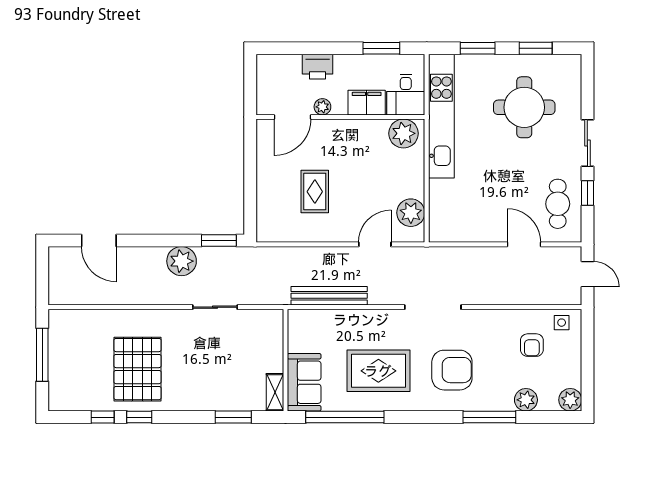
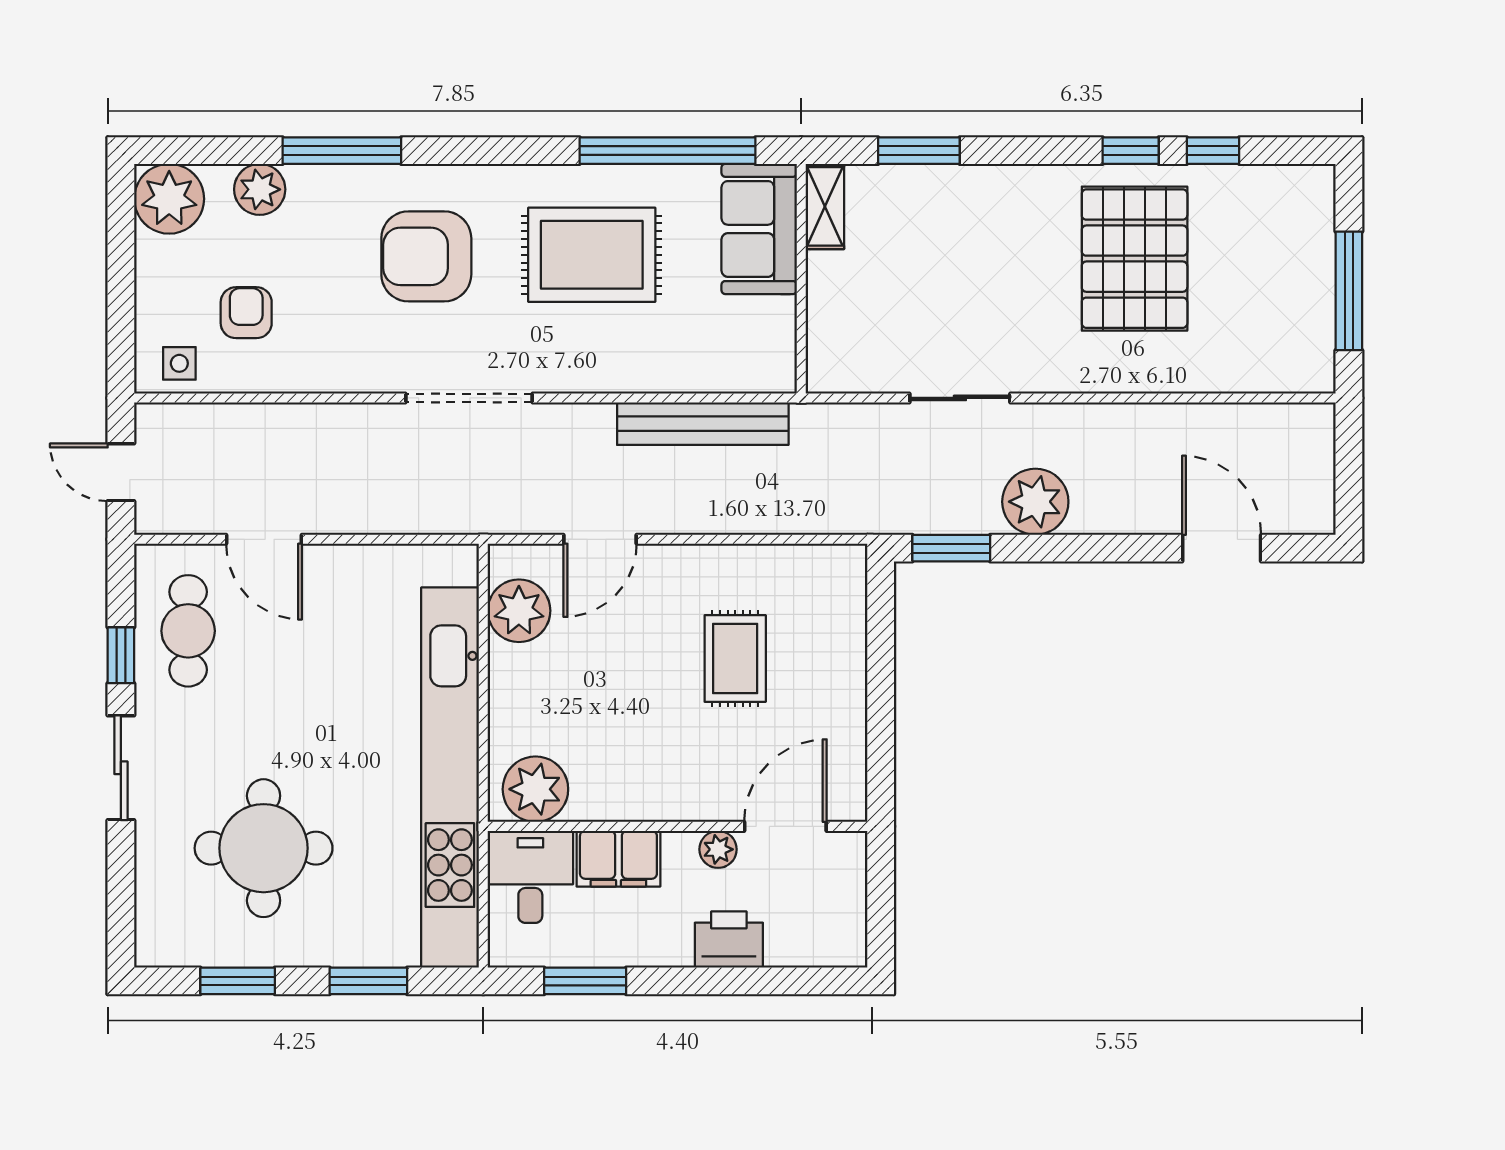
kitchen unit: (441, 116) -> (450, 778), width x1.36
plant: (570, 400) -> (169, 199), width x1.36, depth x1.36

